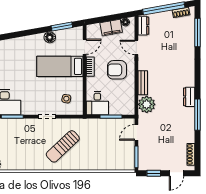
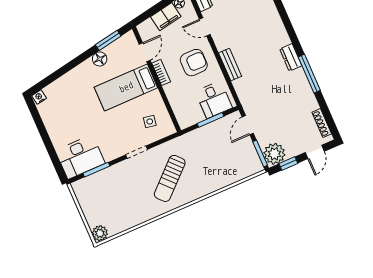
armchair: (117, 70) -> (194, 63), turned 180
desk: (97, 103) -> (214, 100), moved
plant: (147, 104) -> (274, 154), moved

